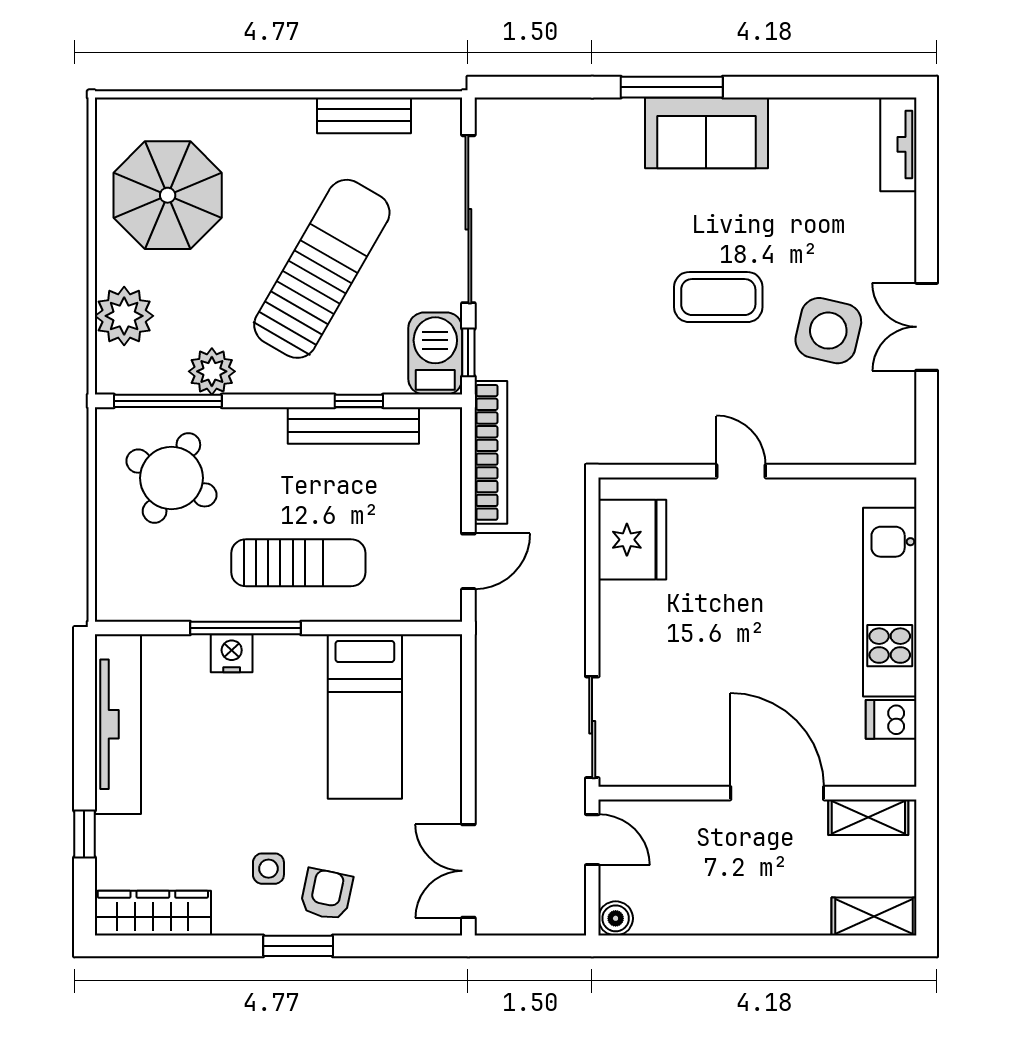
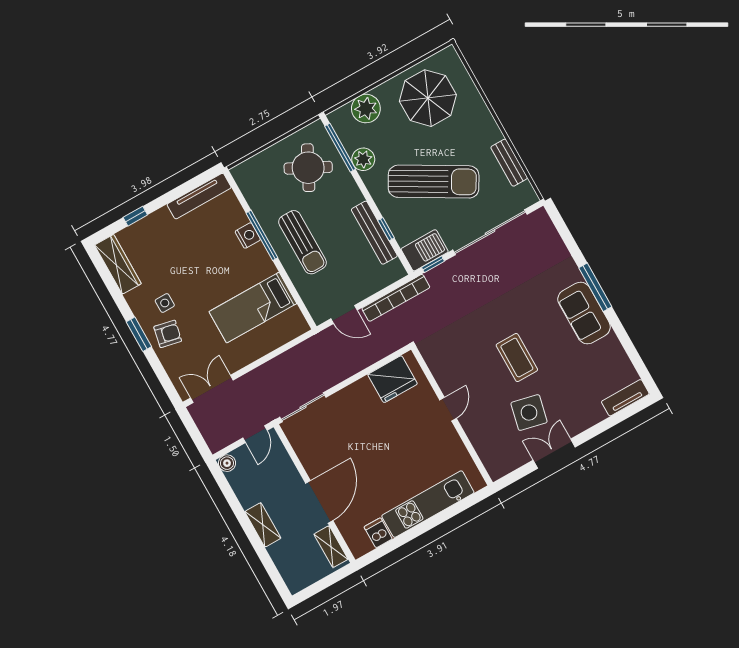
tv unit: (118, 724) -> (199, 196), width x0.73, depth x0.78
shelving: (874, 917) -> (263, 525), moved

